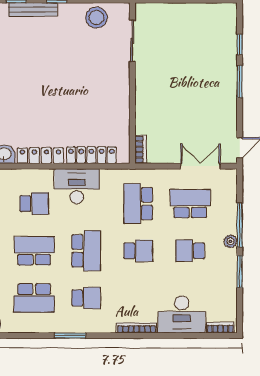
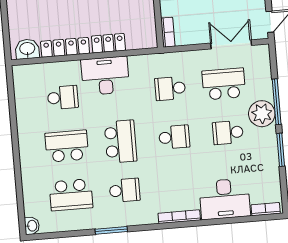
locker: (91, 155) -> (108, 43), width x0.66
school desk: (138, 204) -> (170, 88), width x0.54
plant: (230, 241) -> (262, 114), width x1.88, depth x1.88

